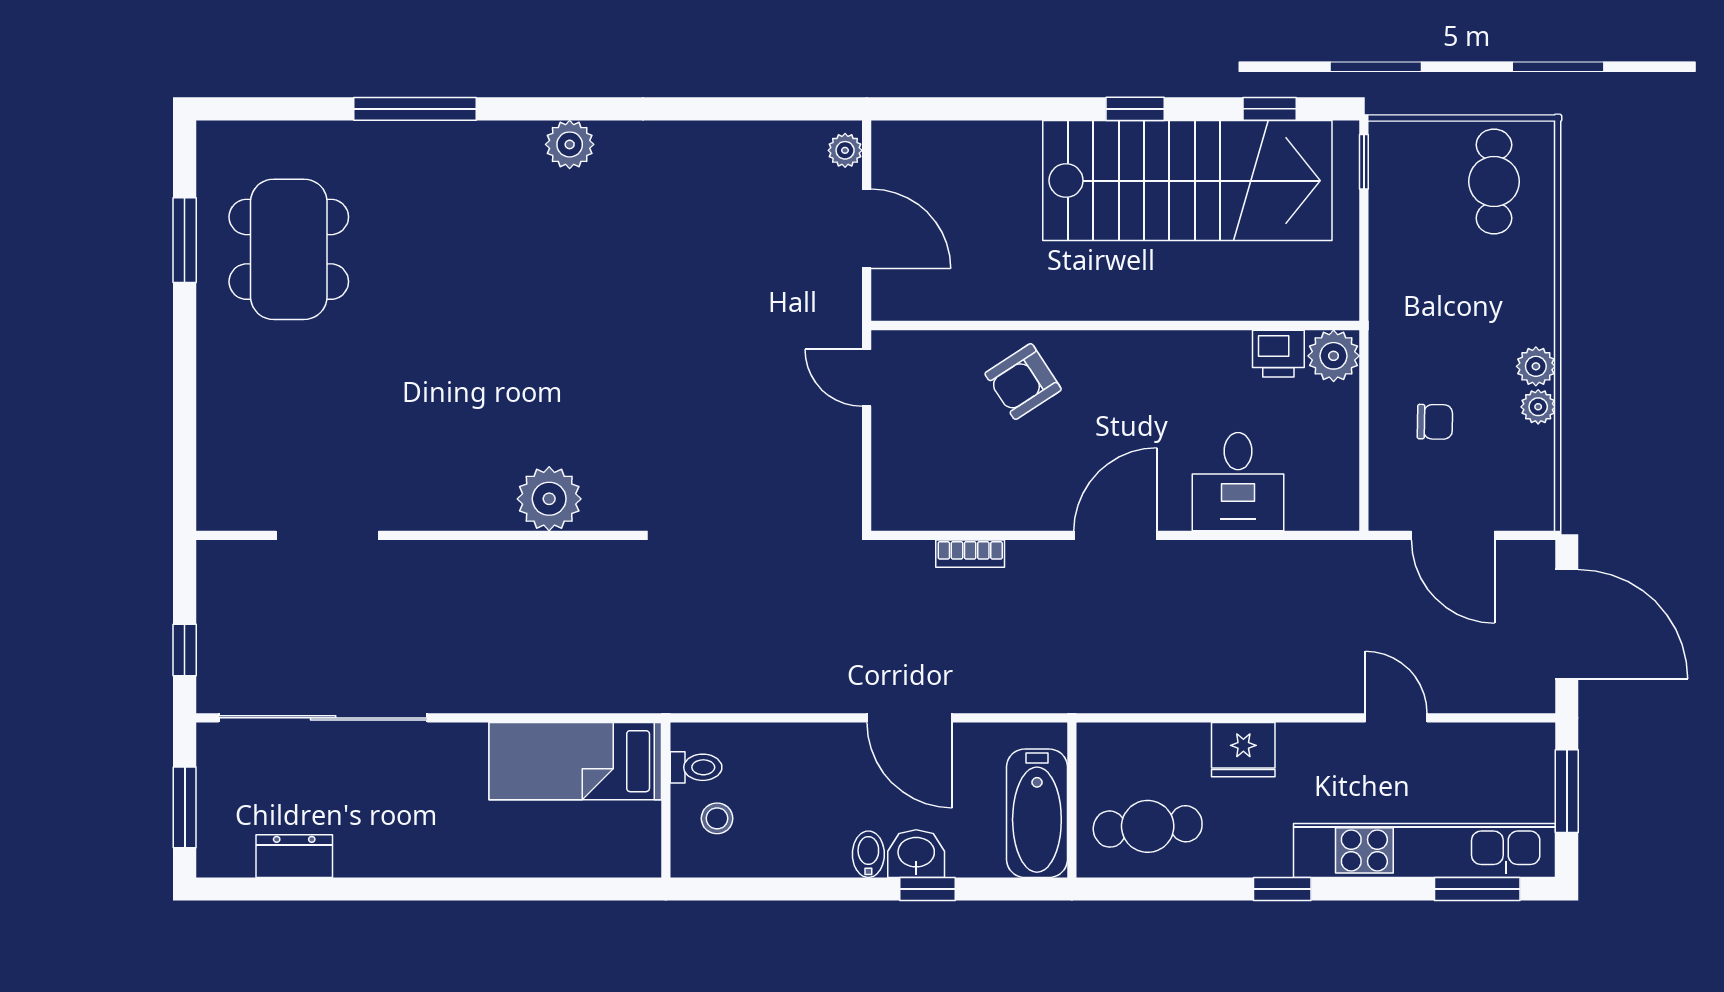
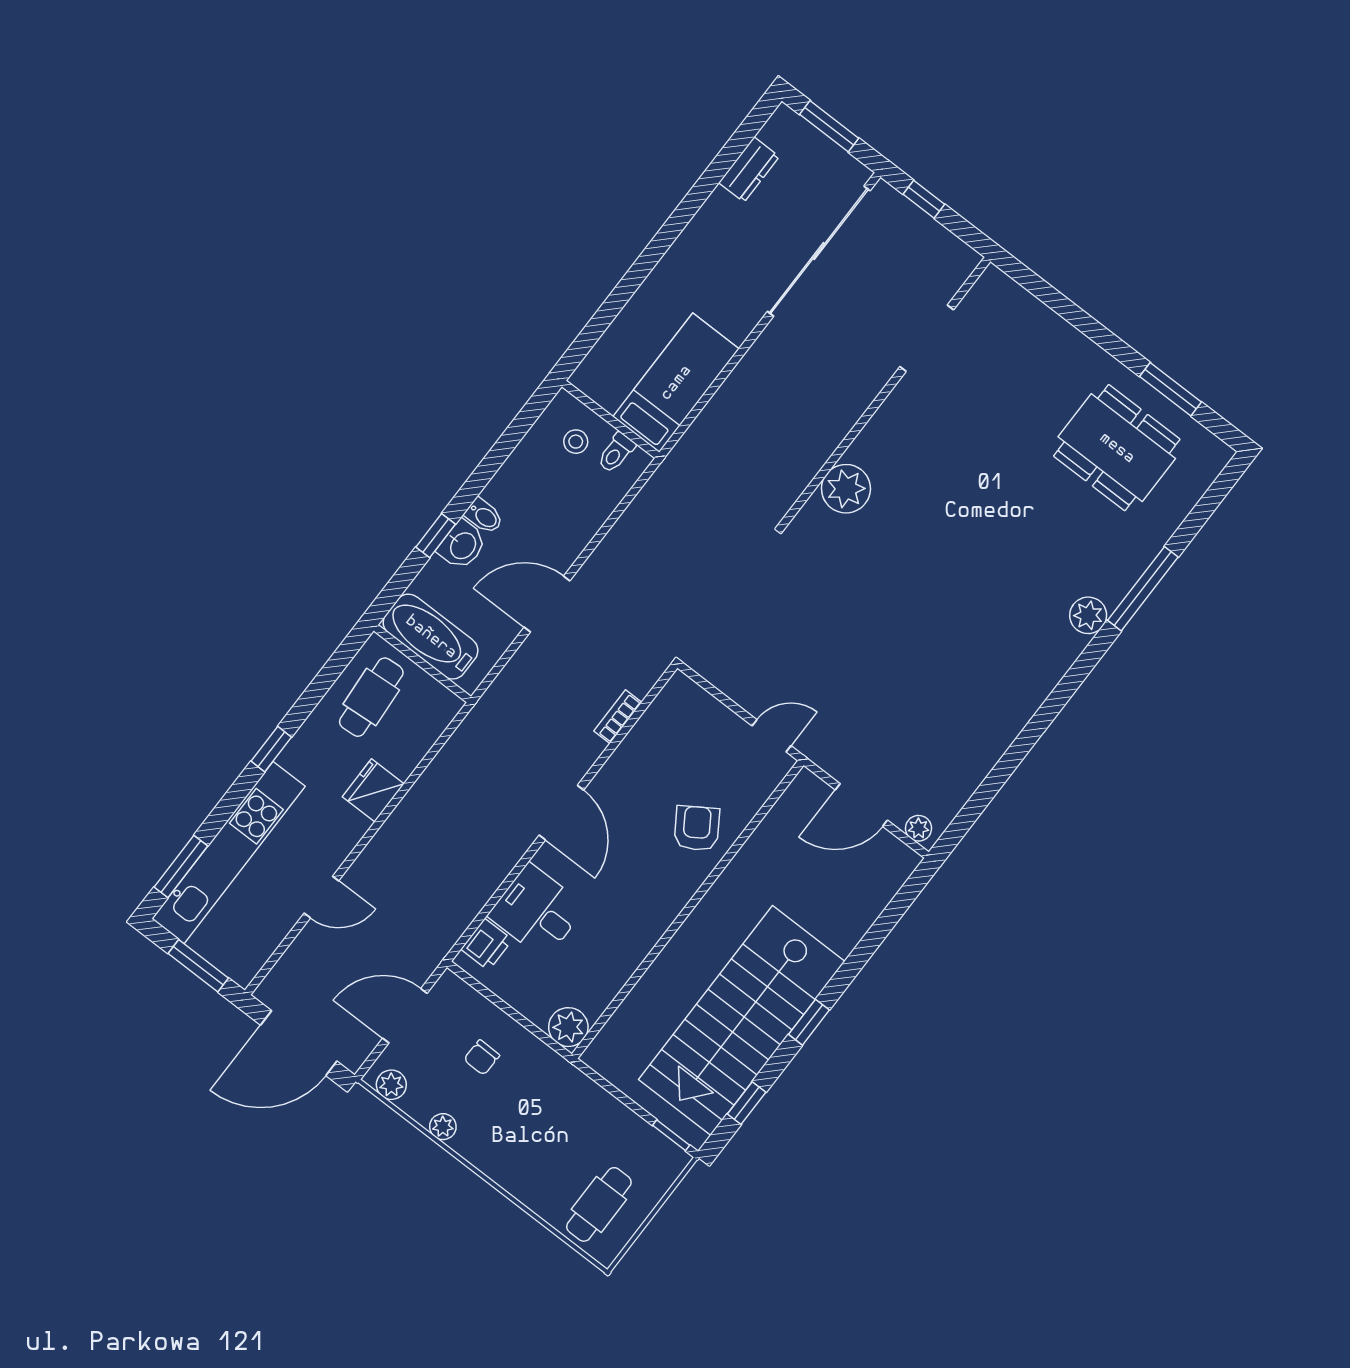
plant: (570, 144) -> (1088, 615), moved
cafe table: (1494, 182) -> (599, 1204), turned 90
printer: (1278, 354) -> (487, 944), moved, turned 180
plant: (1536, 366) -> (391, 1085), moved

